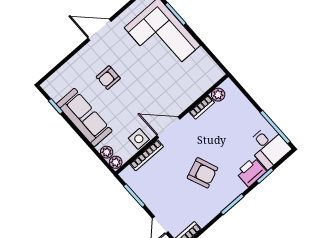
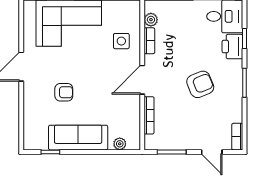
armchair: (108, 78) -> (64, 92), turned -90
side table: (139, 139) -> (121, 41), moved
plant: (116, 162) -> (134, 144), removed

